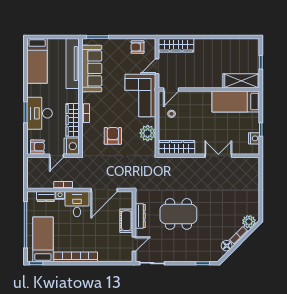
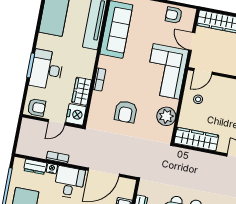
door: (157, 66) -> (192, 41), hinge flipped
wardrobe: (73, 120) -> (82, 91), width x0.67
armchair: (113, 136) -> (126, 112), turned 180

